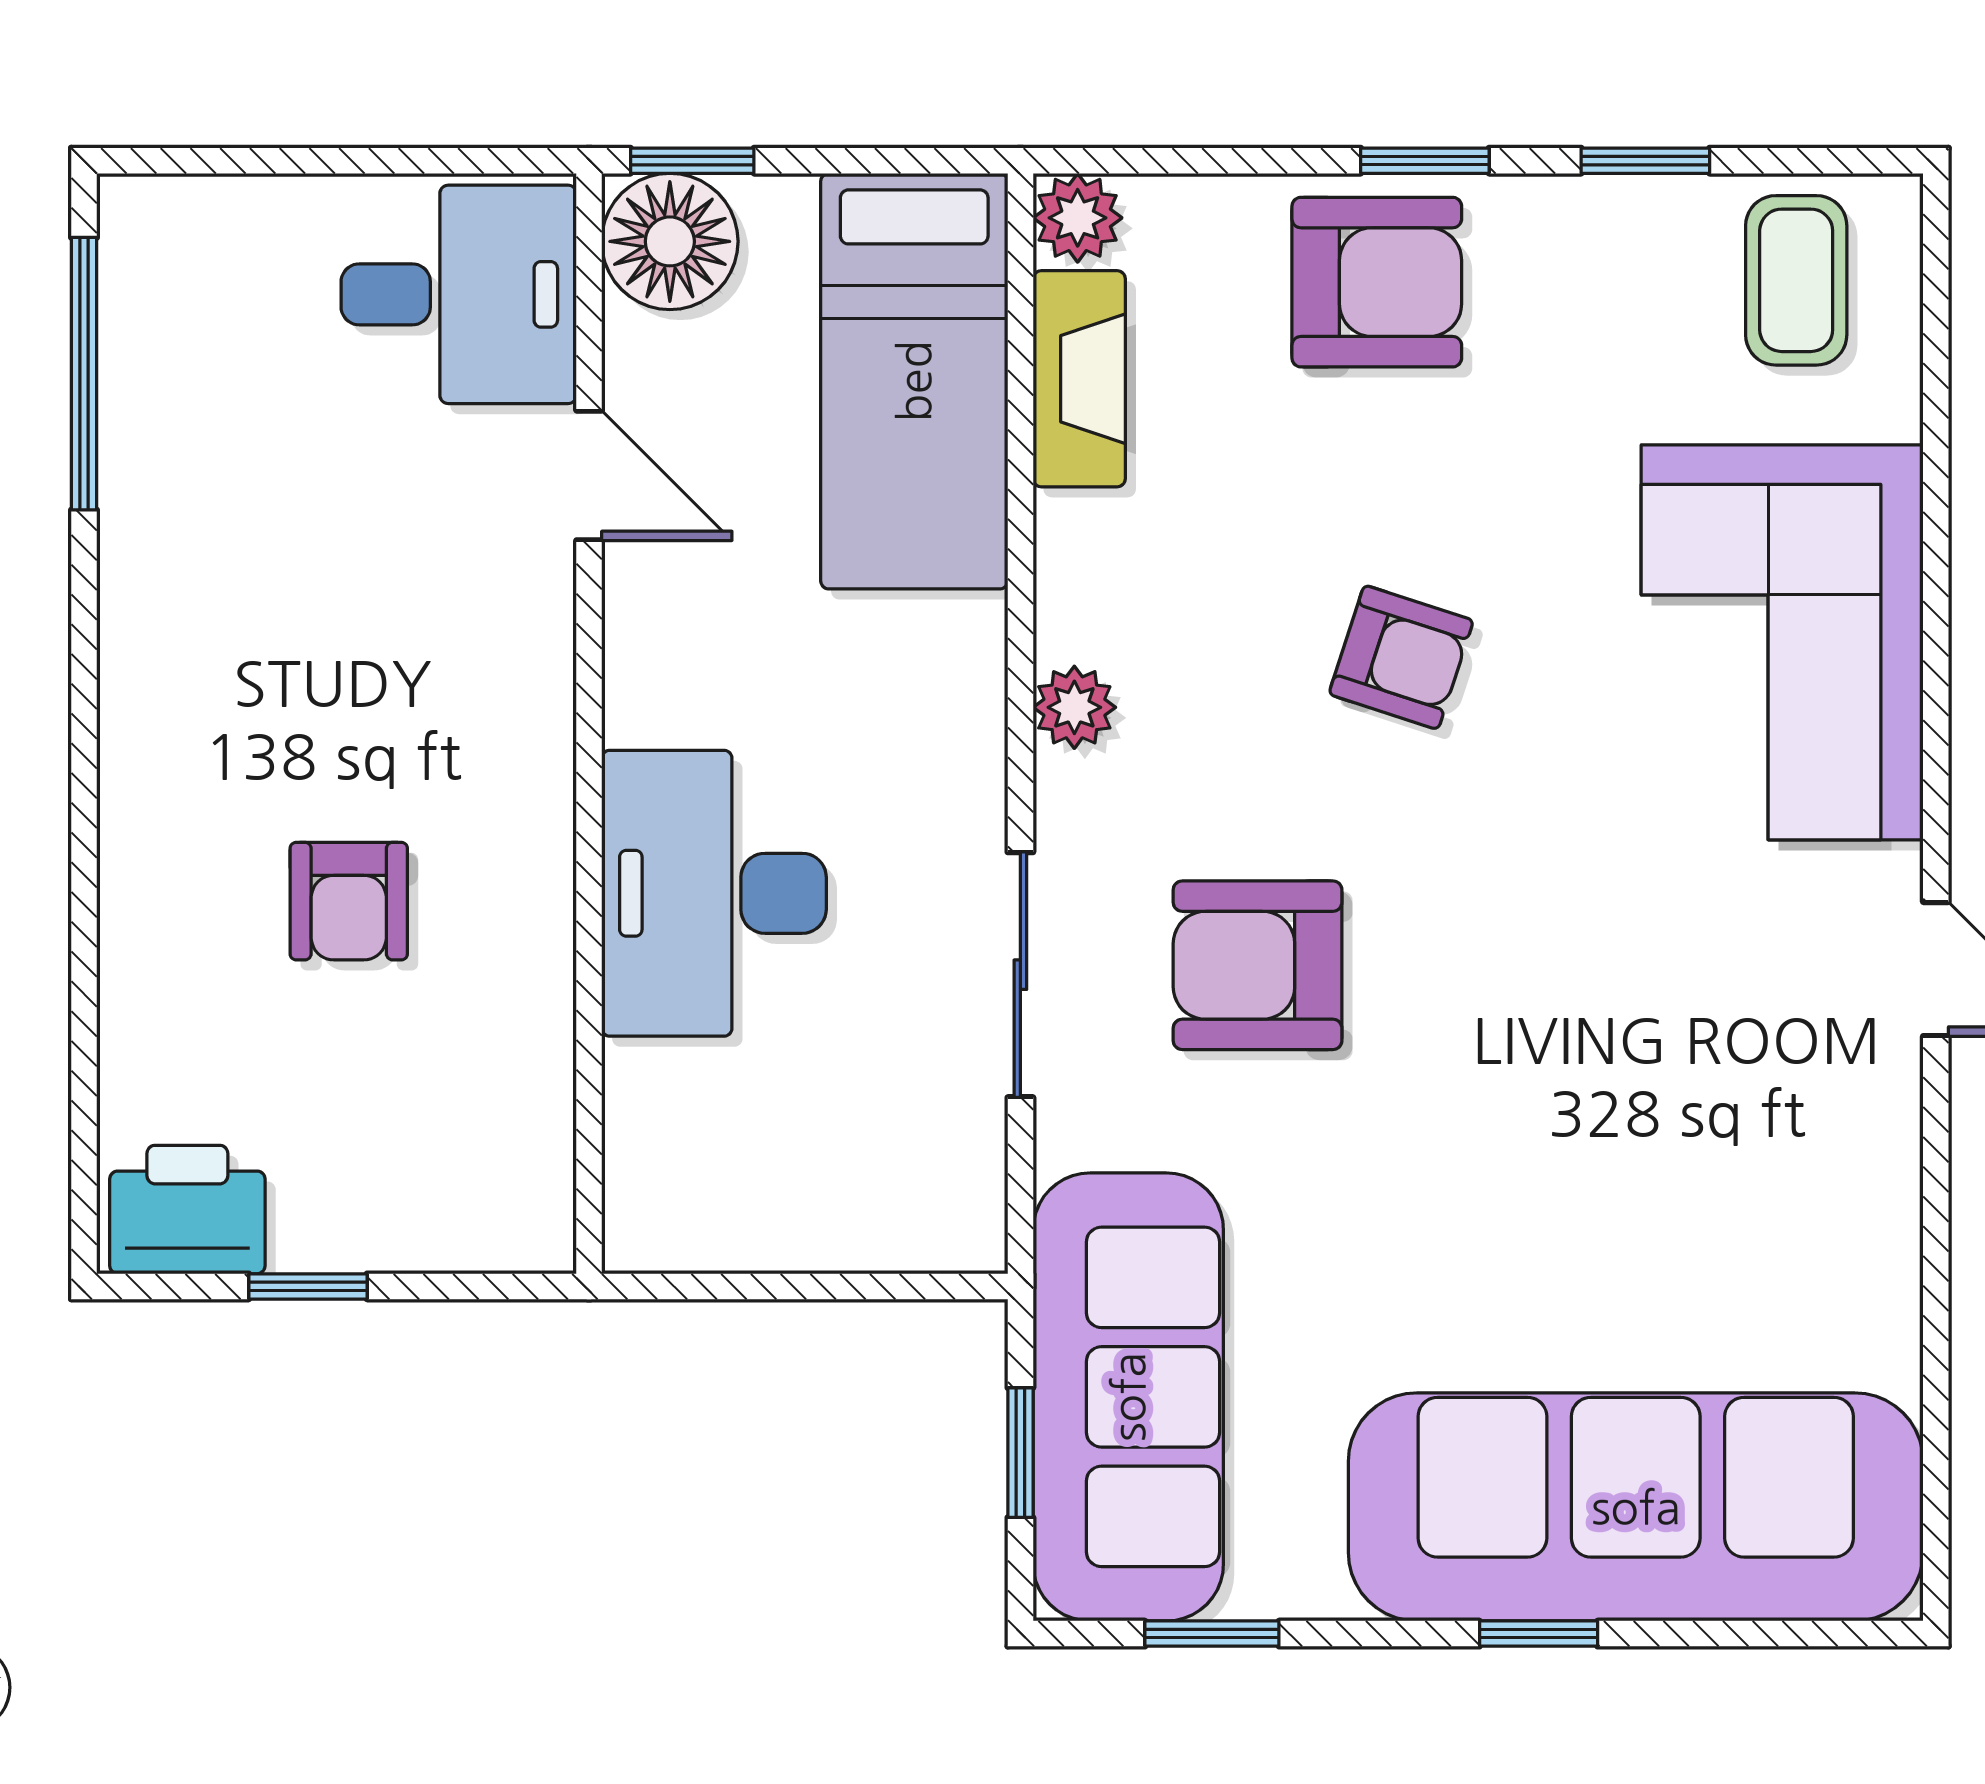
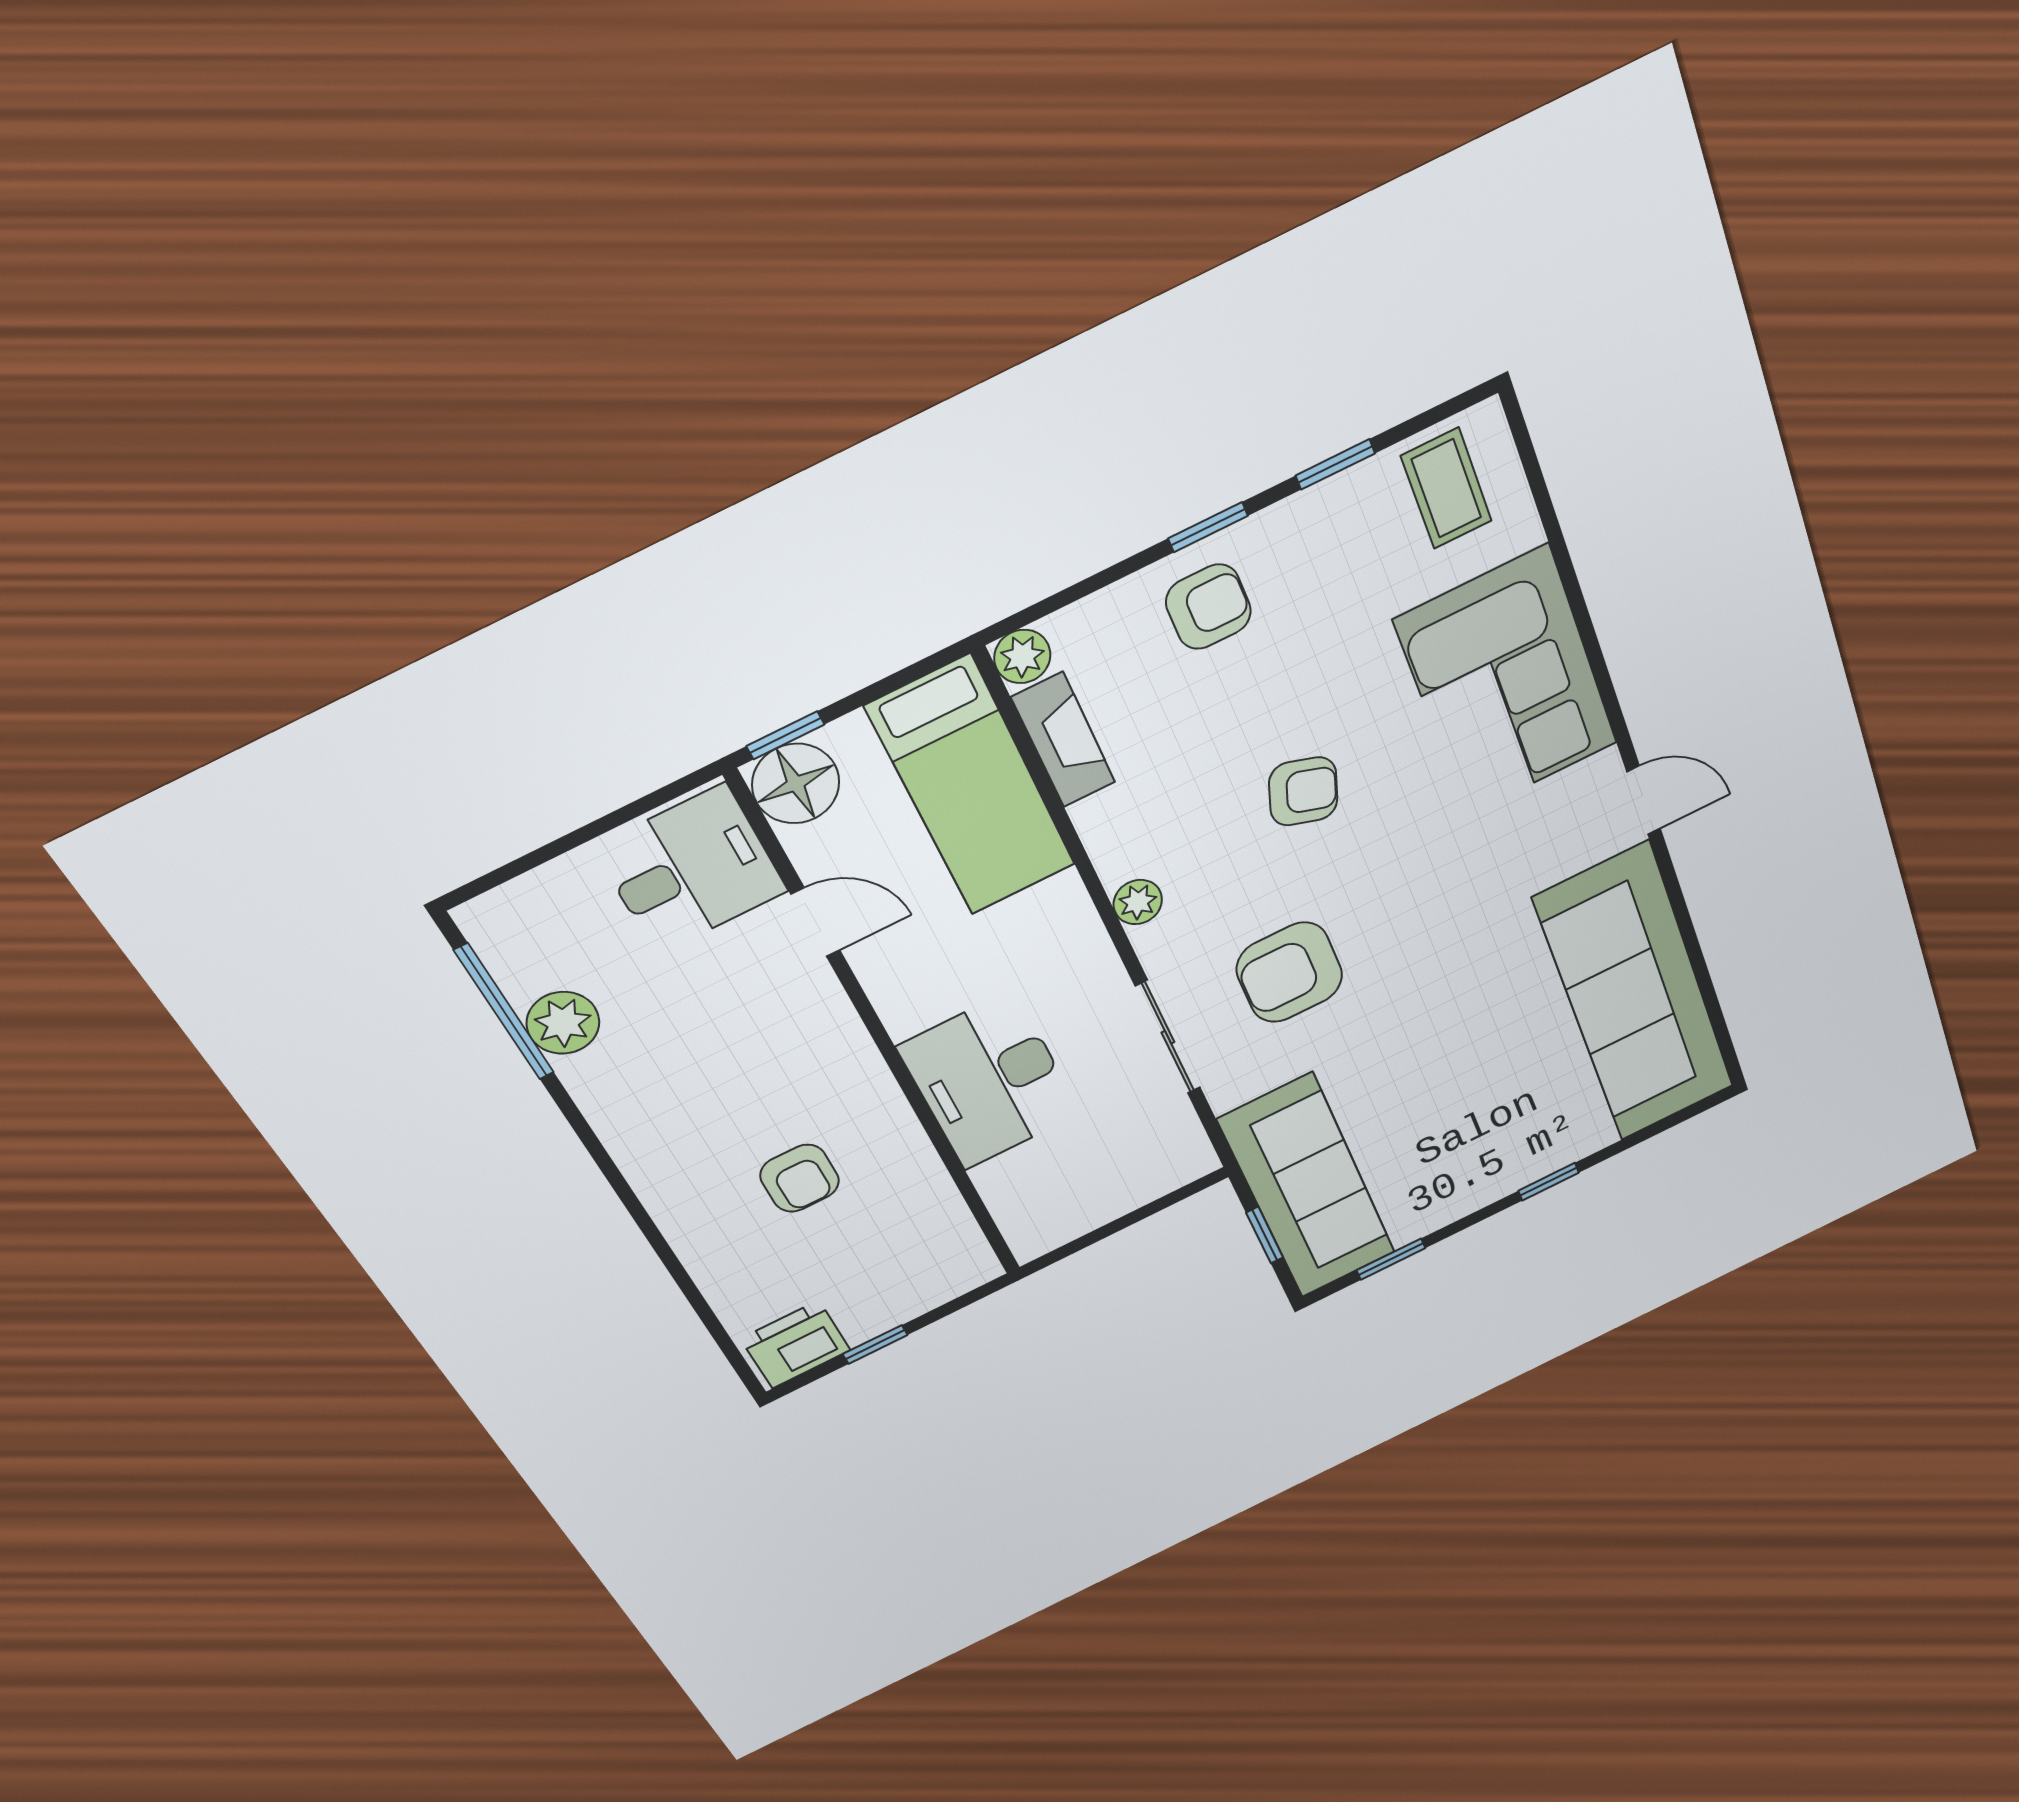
armchair: (1377, 282) -> (1208, 607), width x0.72, depth x0.72
plant: (154, 437) -> (563, 1023), added
sofa: (1636, 1507) -> (1635, 994), moved, turned -90

